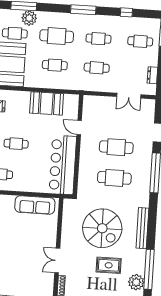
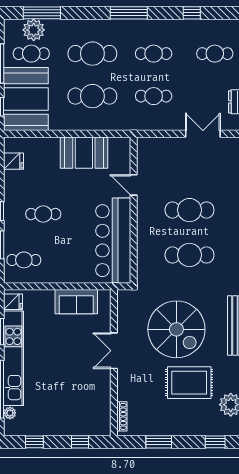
plant: (29, 18) -> (34, 30), moved
cafe table: (55, 65) -> (92, 96), width x1.37, depth x1.35
double door: (129, 96) -> (203, 134), swing flipped
sofa: (35, 205) -> (76, 302), width x0.73
double door: (57, 260) -> (114, 351), moved
rug: (109, 265) -> (189, 383), width x1.36, depth x1.43

